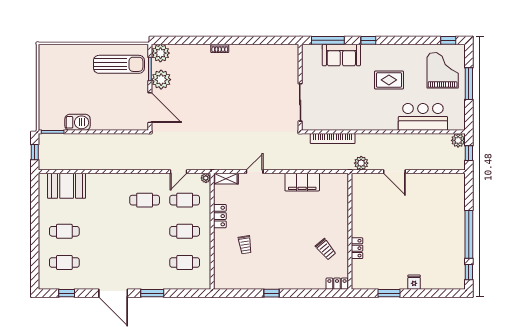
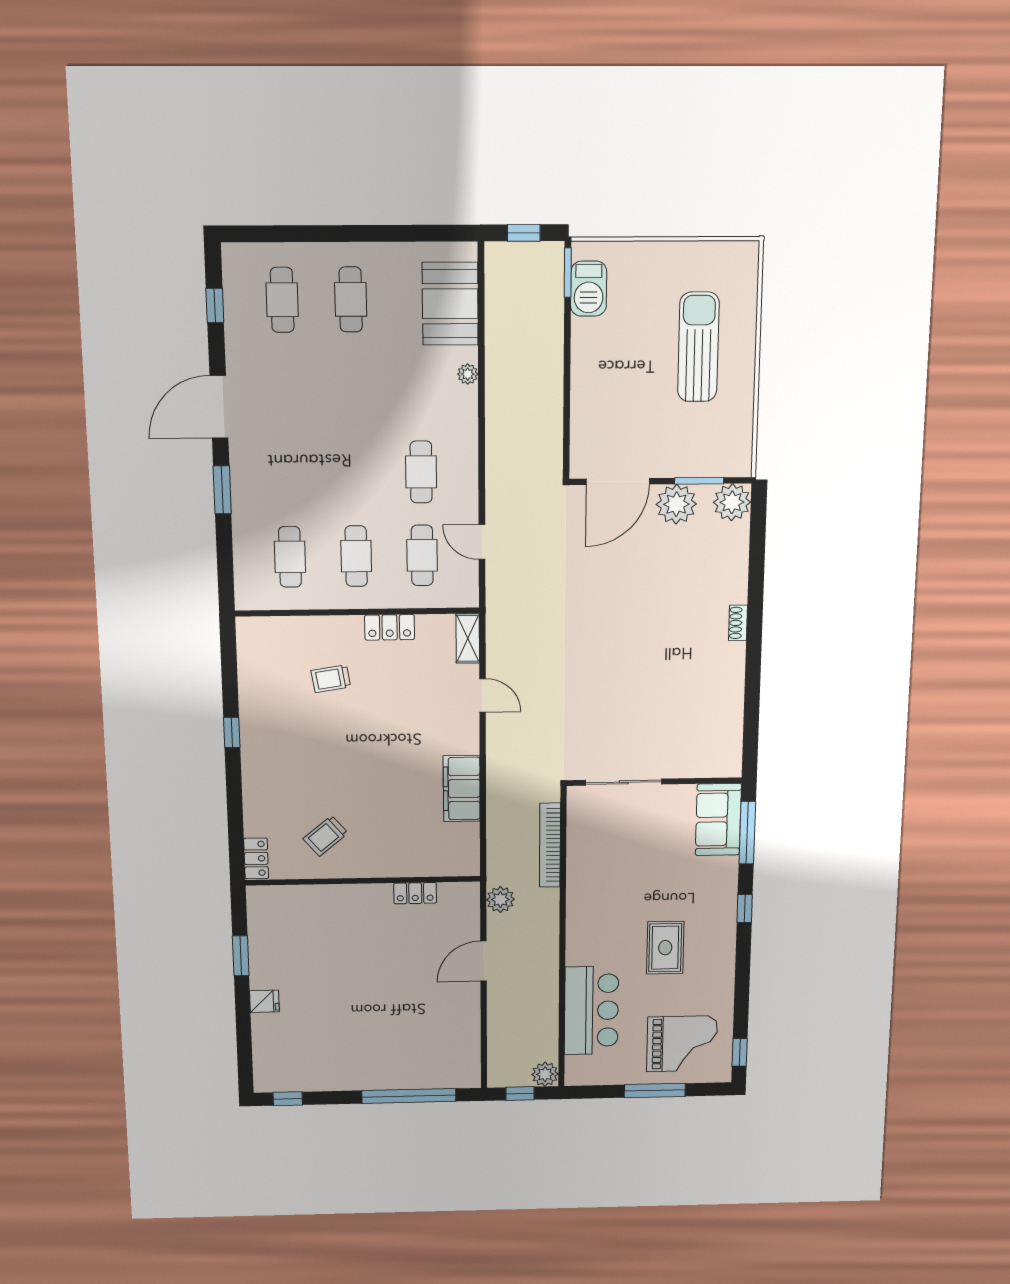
sofa: (341, 55) -> (718, 820), moved
sun lounger: (119, 64) -> (698, 347), moved, turned 180
barbecue: (78, 122) -> (589, 289), moved
plant: (206, 178) -> (468, 374), moved
window: (469, 234) -> (409, 1096), moved
locker: (357, 248) -> (415, 893), moved

